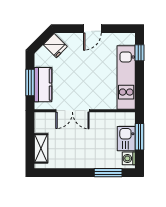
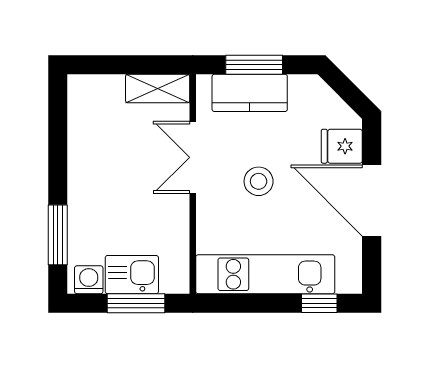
door: (92, 29) -> (372, 201), width x1.88
fridge: (55, 46) -> (342, 146), moved, turned 45
stool: (83, 80) -> (259, 181), added
shelving: (41, 148) -> (158, 89), moved

